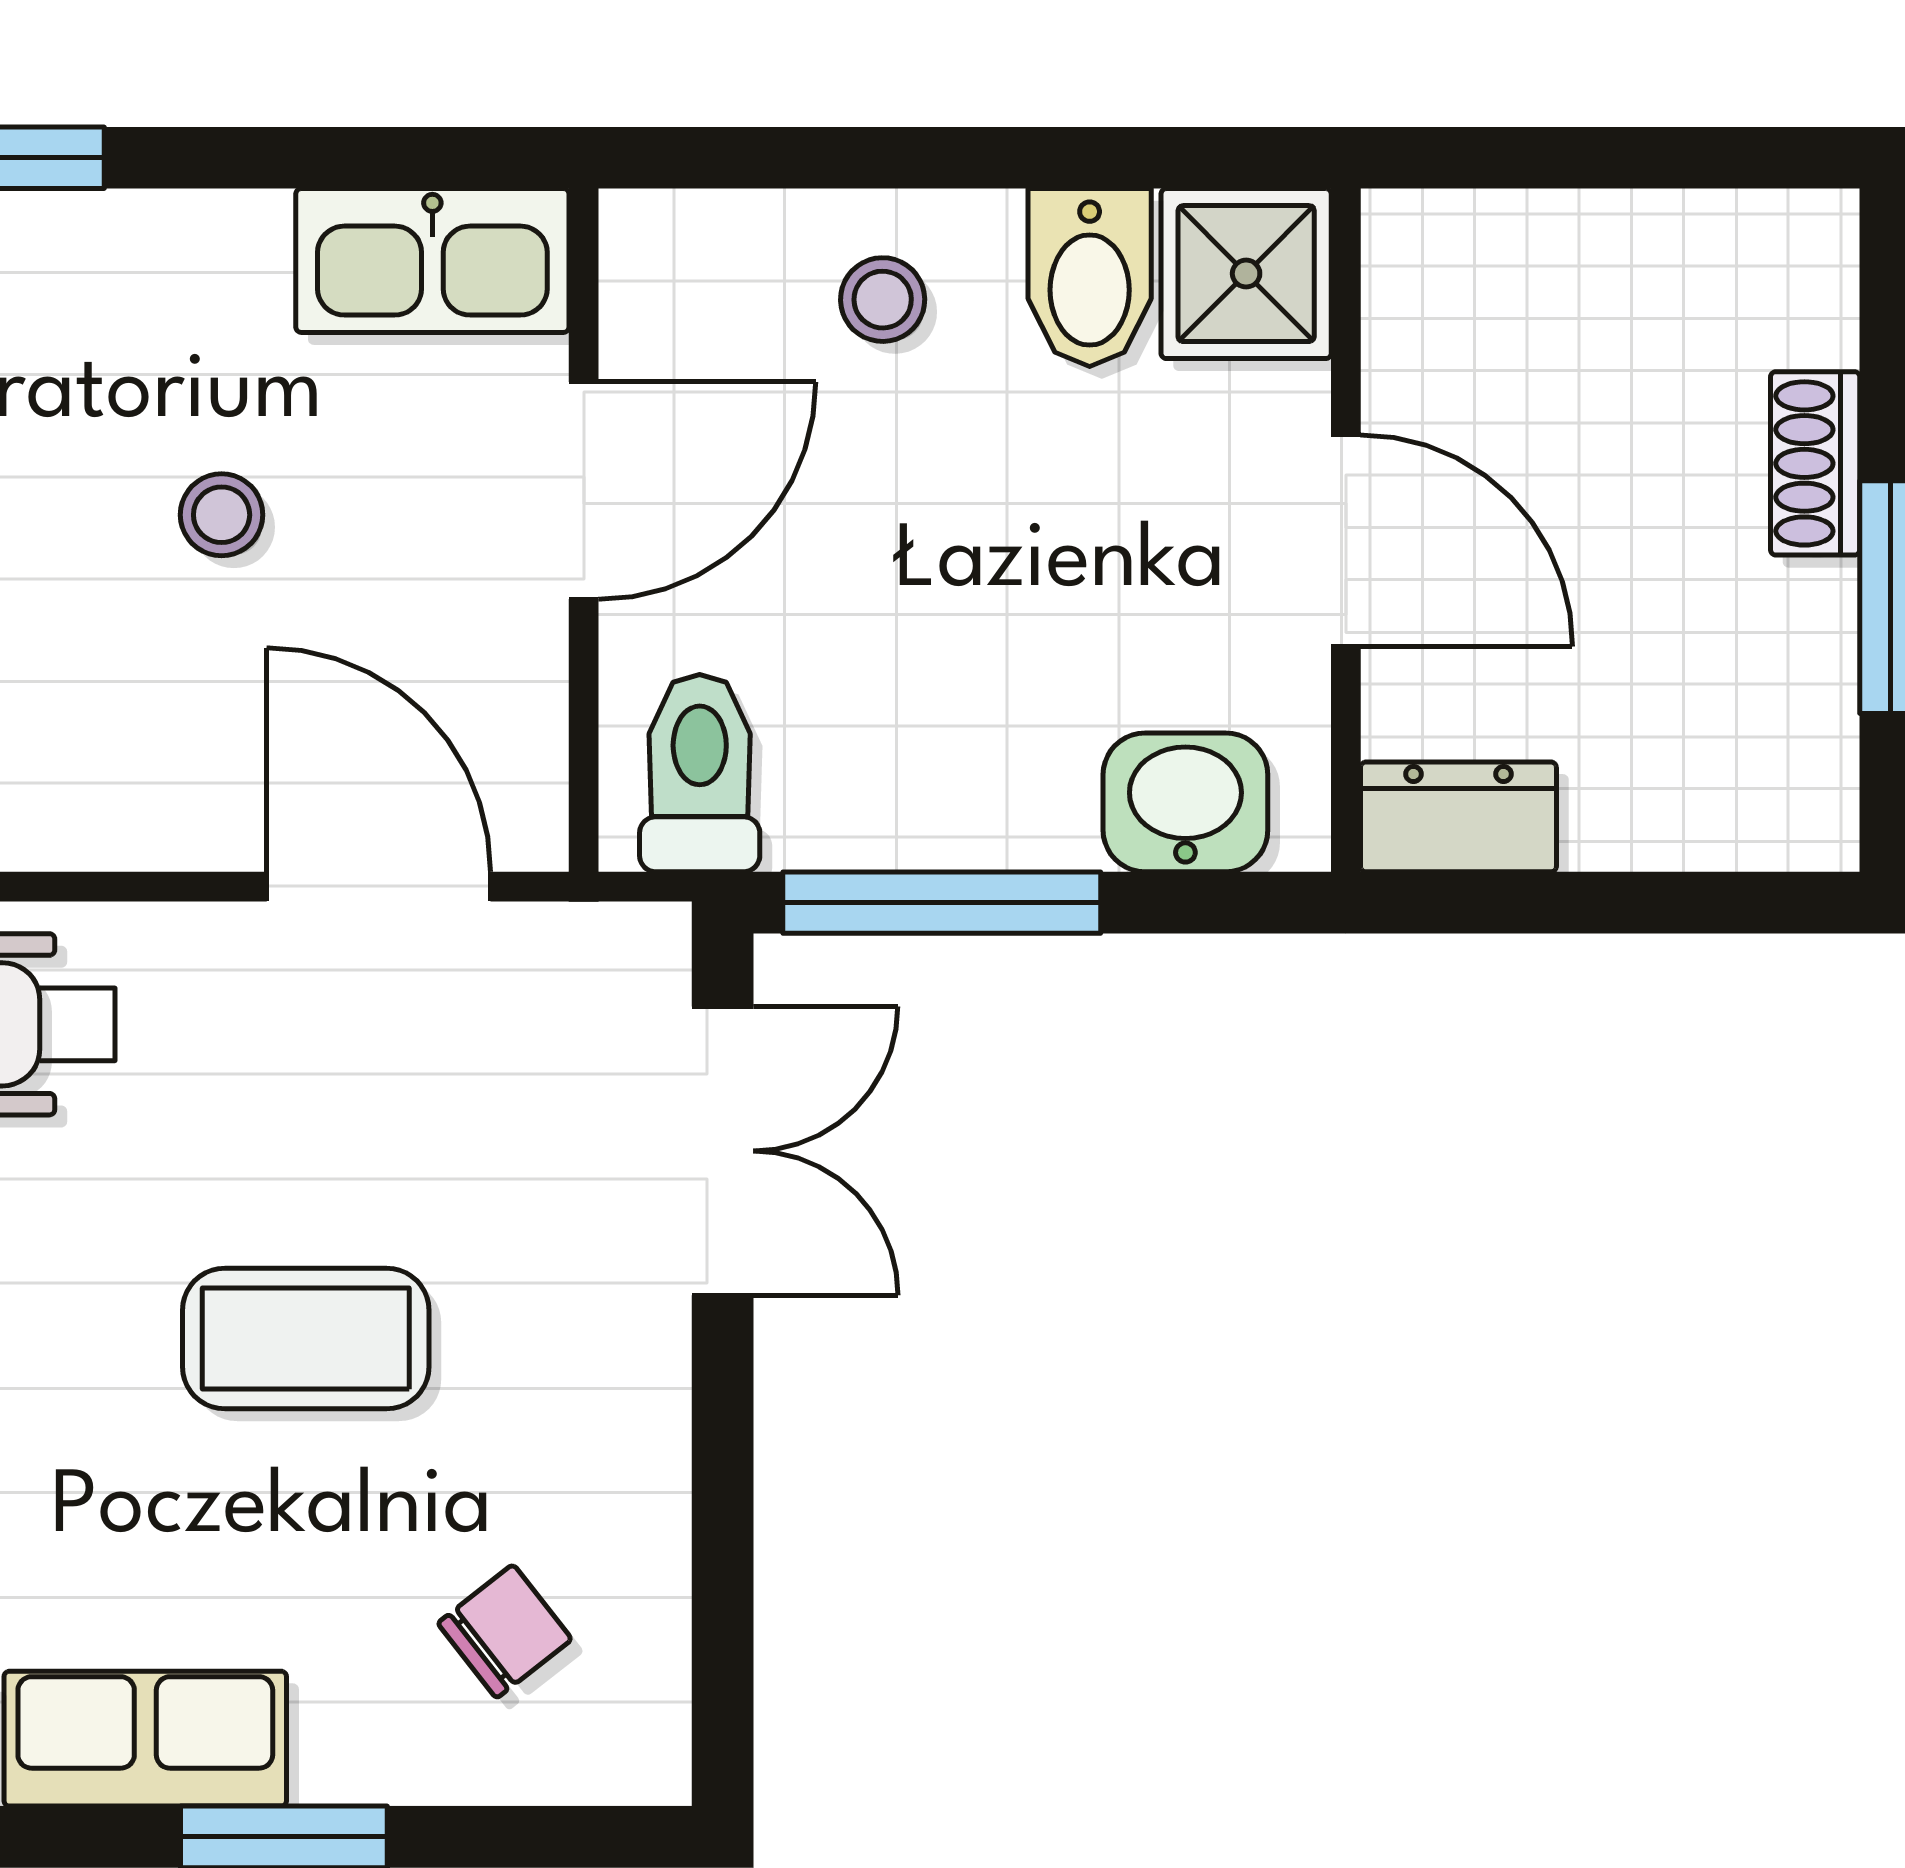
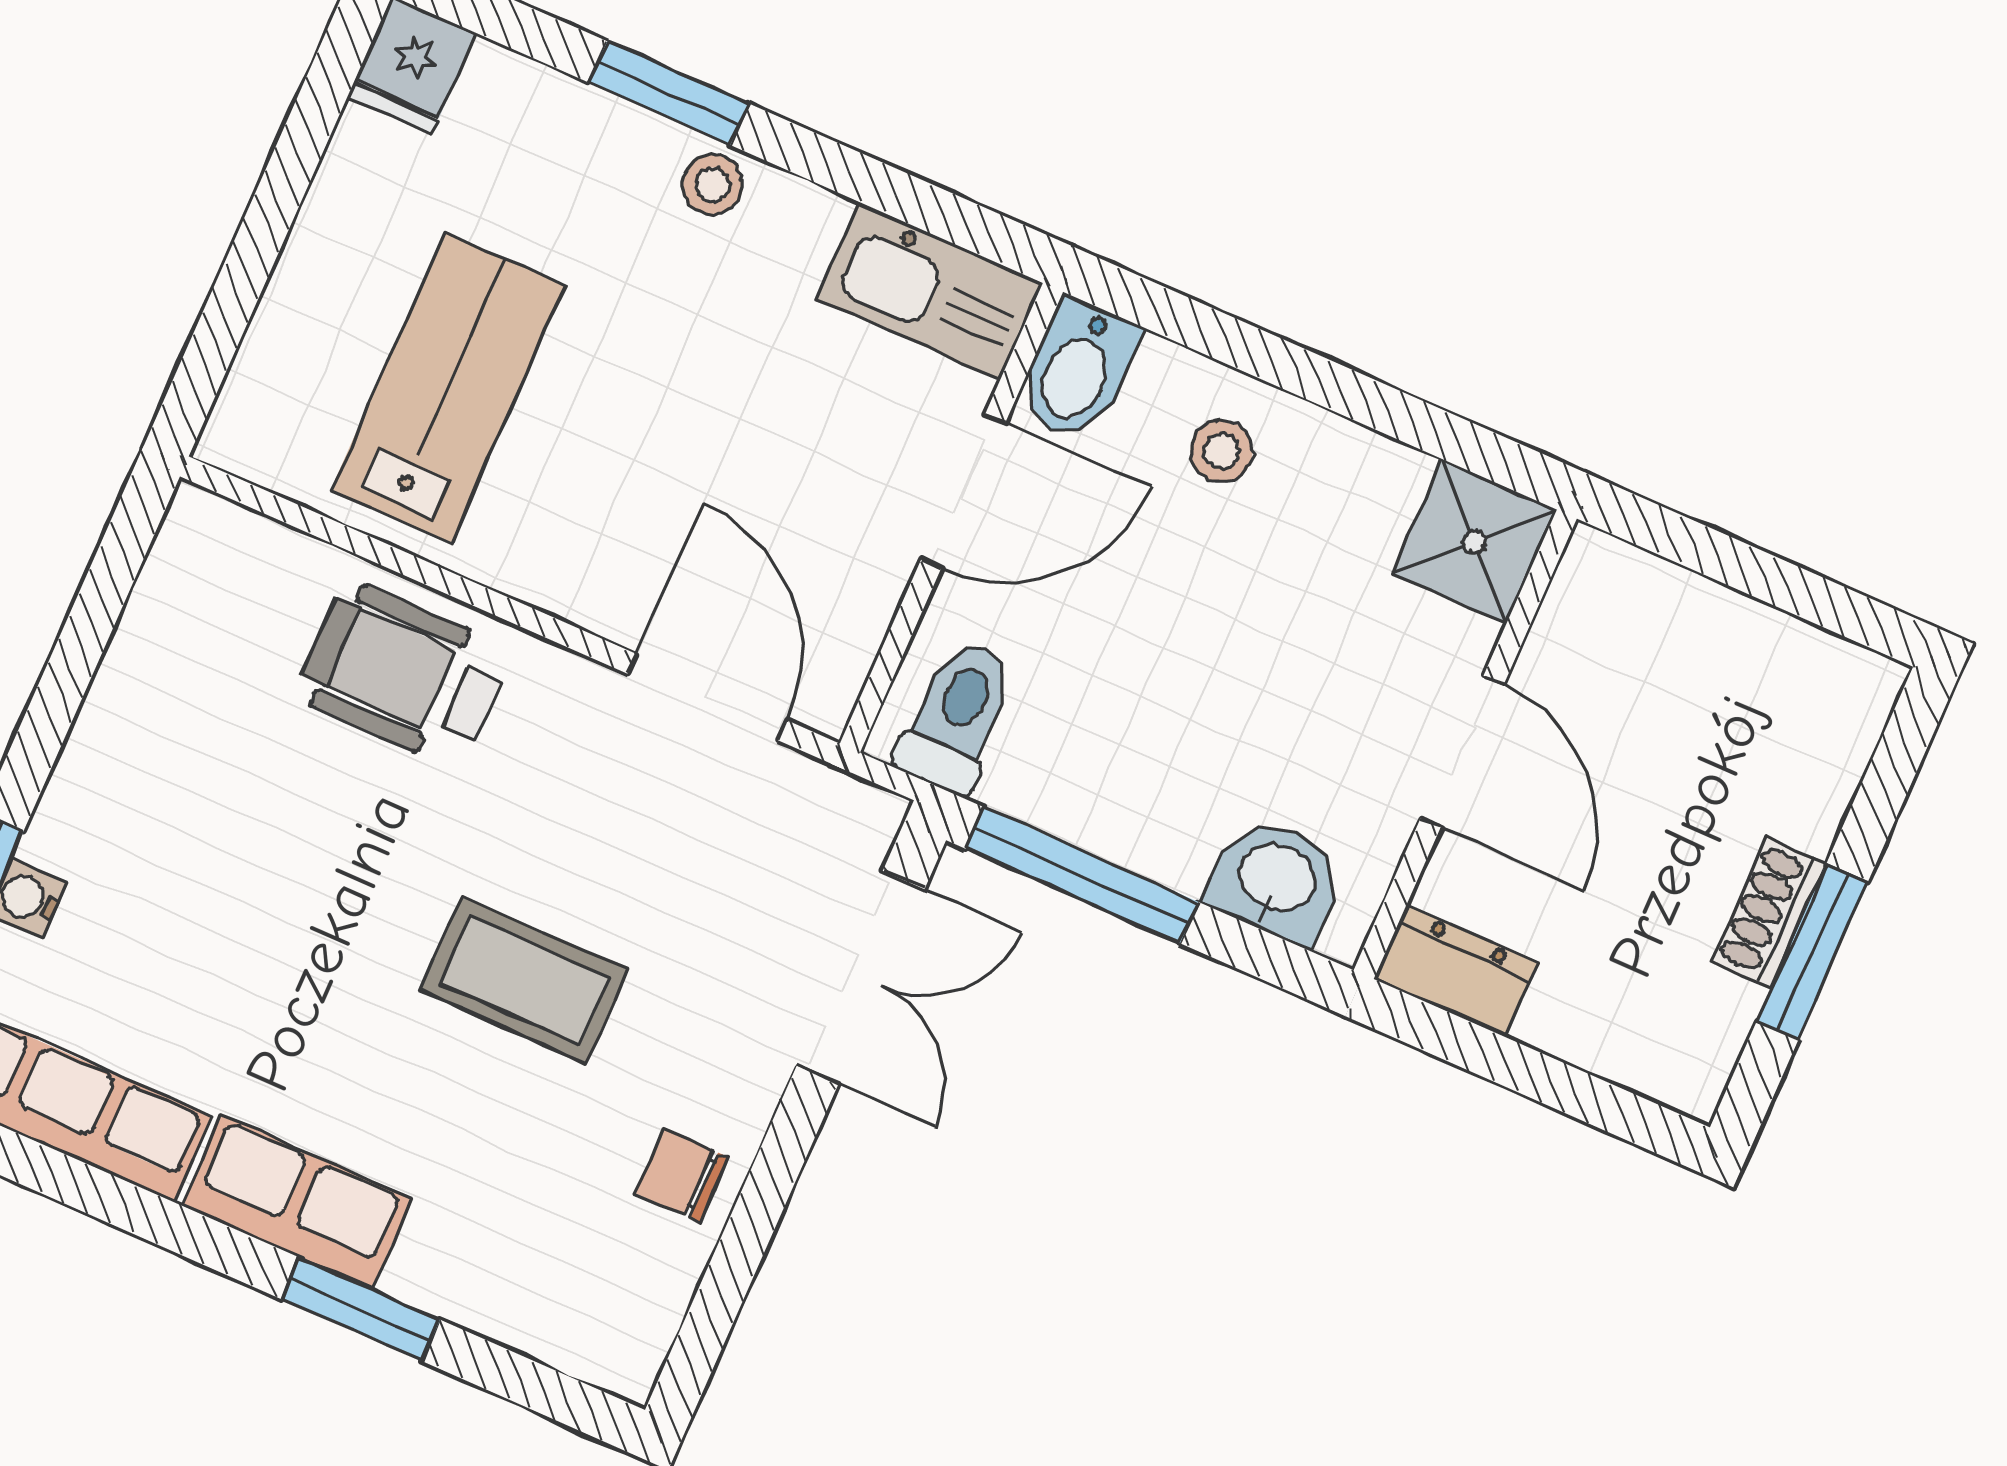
bidet: (1090, 278) -> (1078, 370), moved
shoe rack: (1815, 463) -> (1769, 912), moved
stool: (222, 515) -> (713, 185), moved
chair: (505, 1631) -> (682, 1175), moved, turned -142

